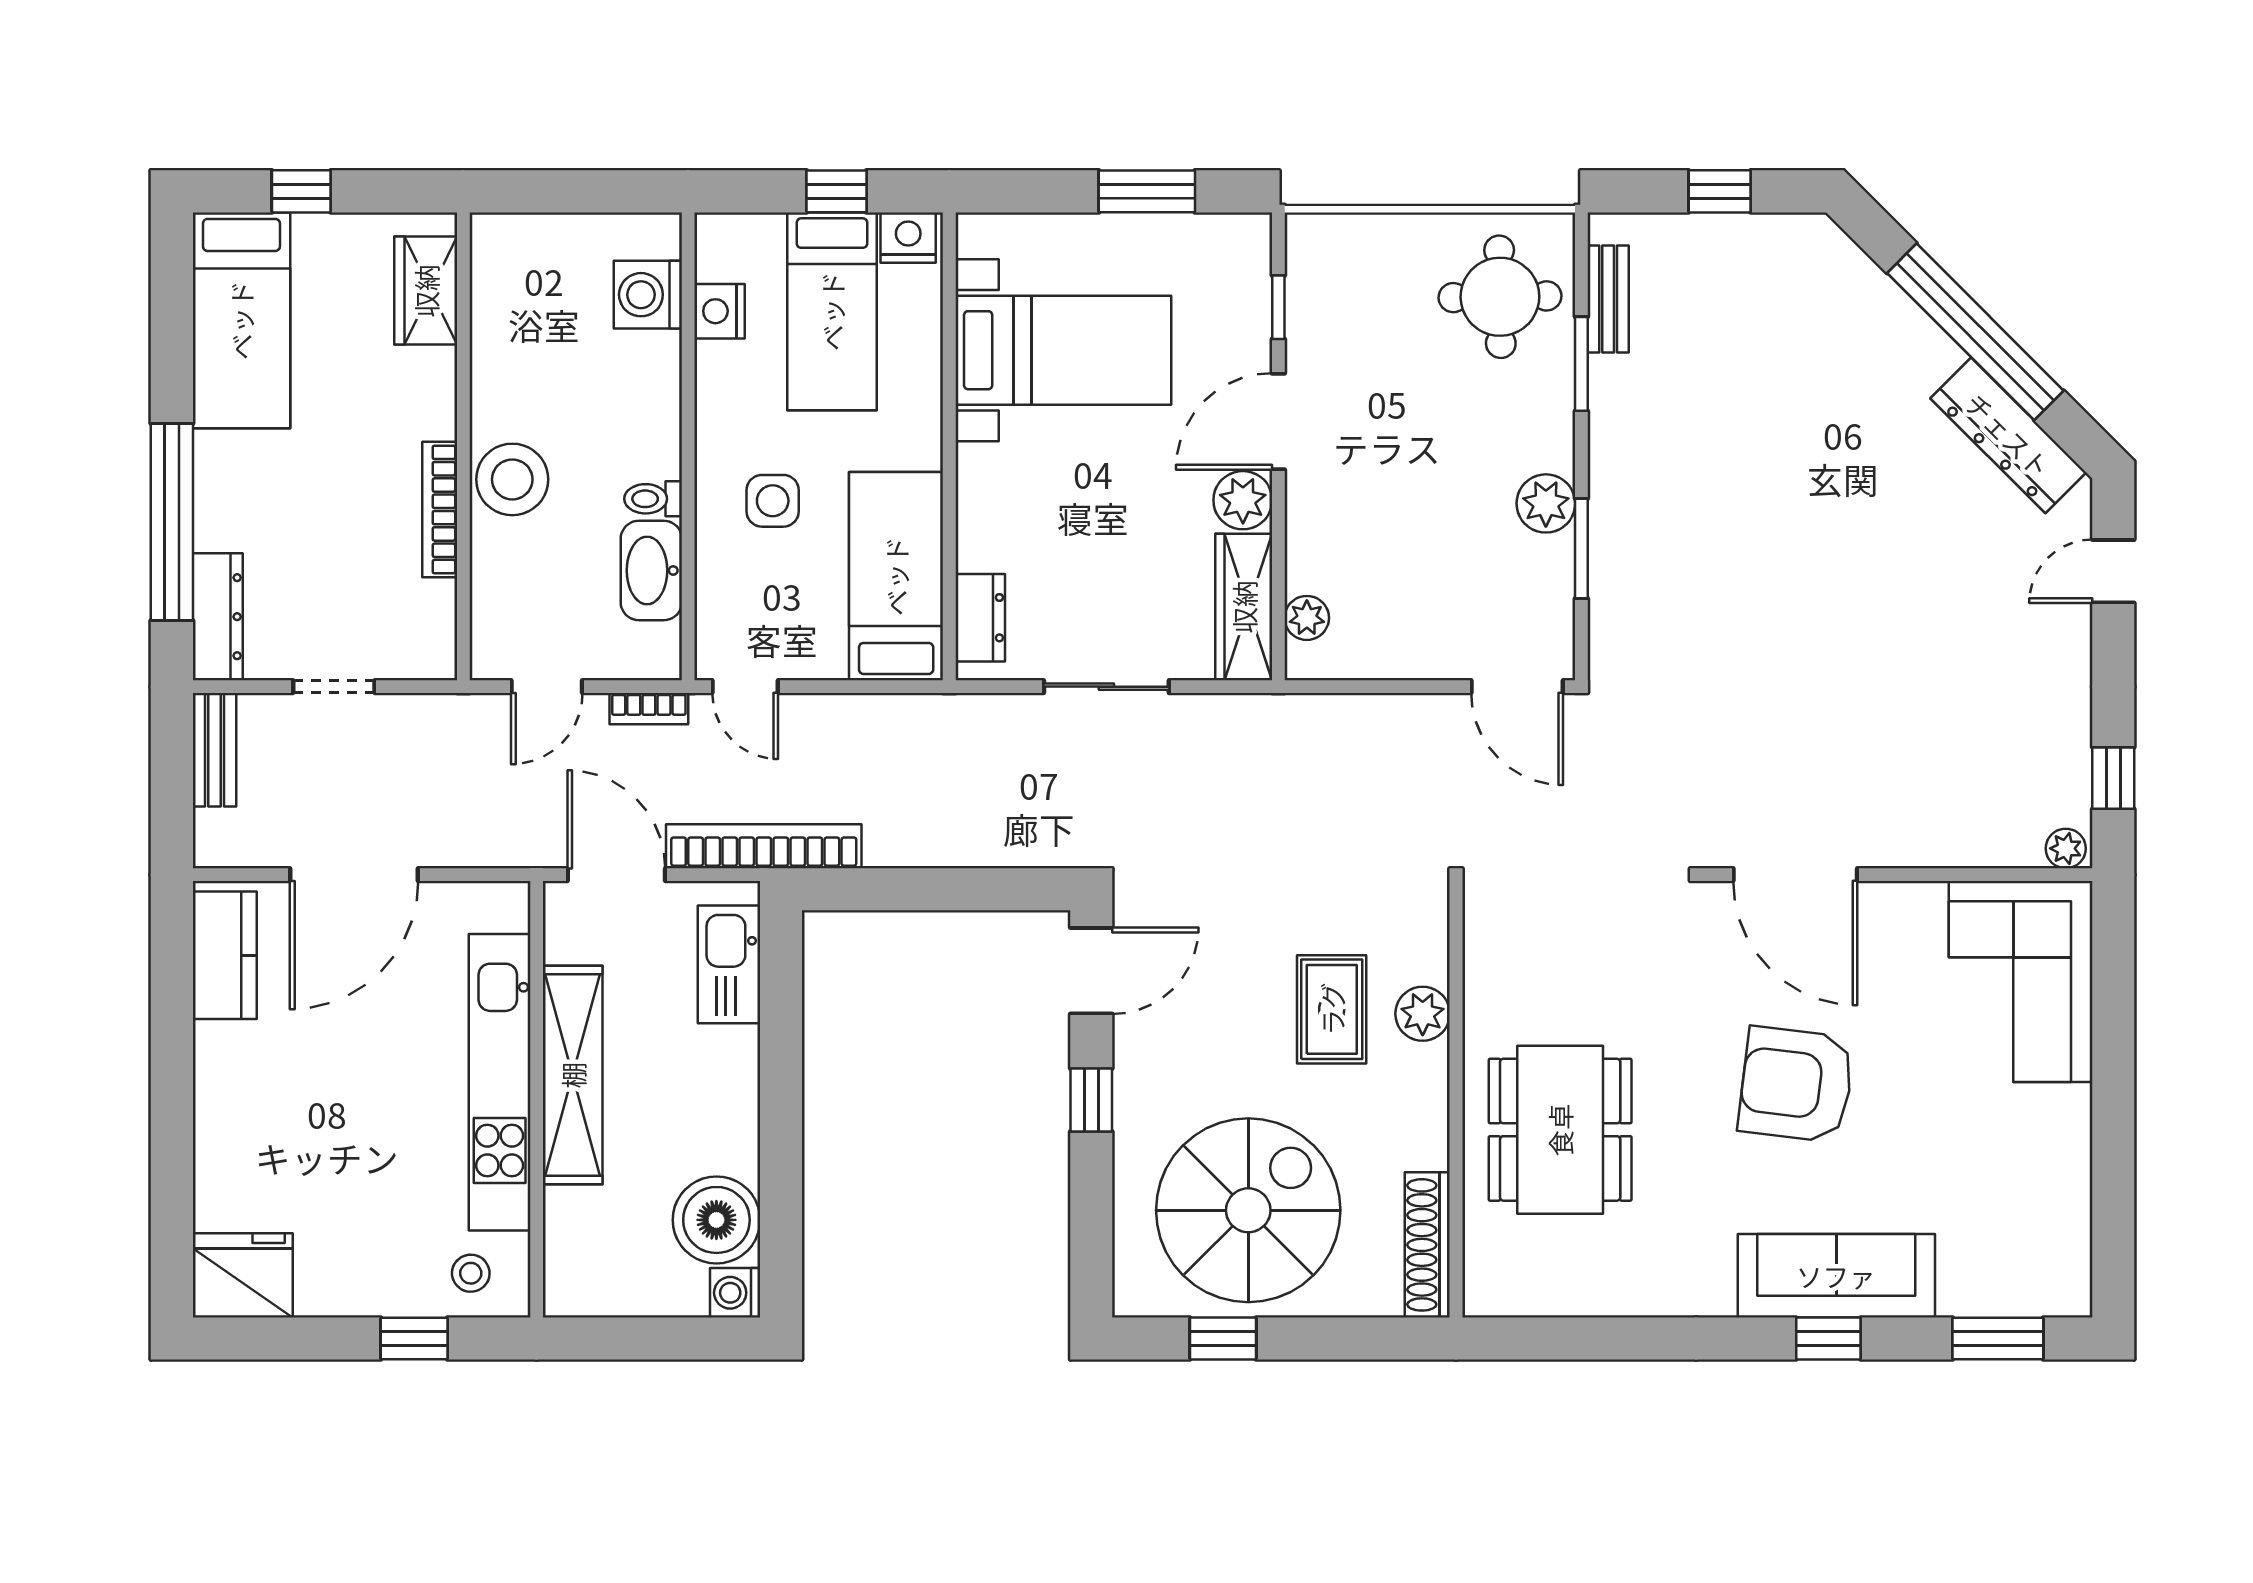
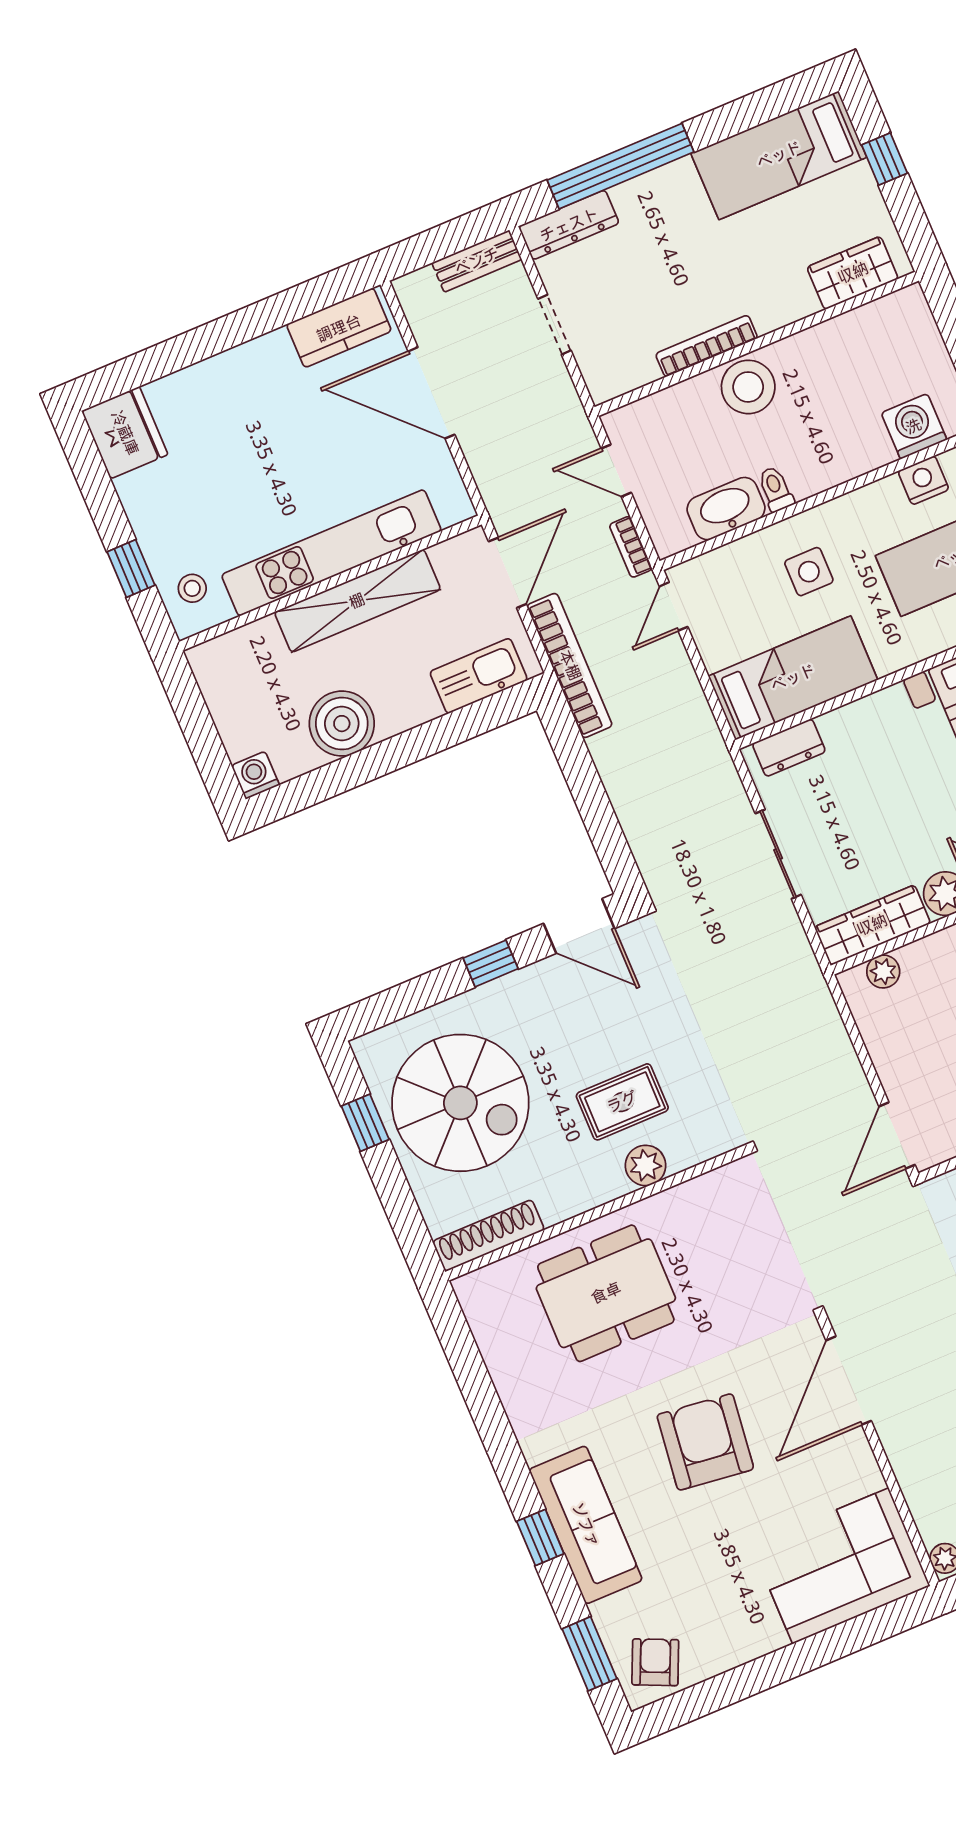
boiler: (716, 1220) -> (342, 724), moved
armchair: (2043, 1261) -> (655, 1662), added

